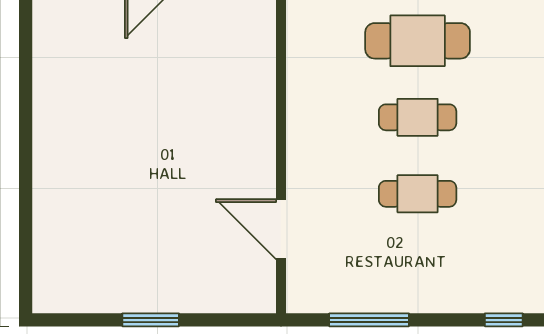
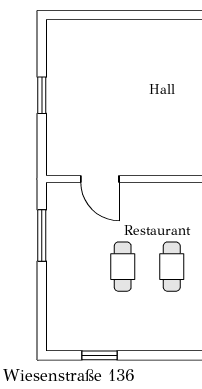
door: (281, 229) -> (100, 179), swing flipped
window: (504, 320) -> (42, 322), removed

